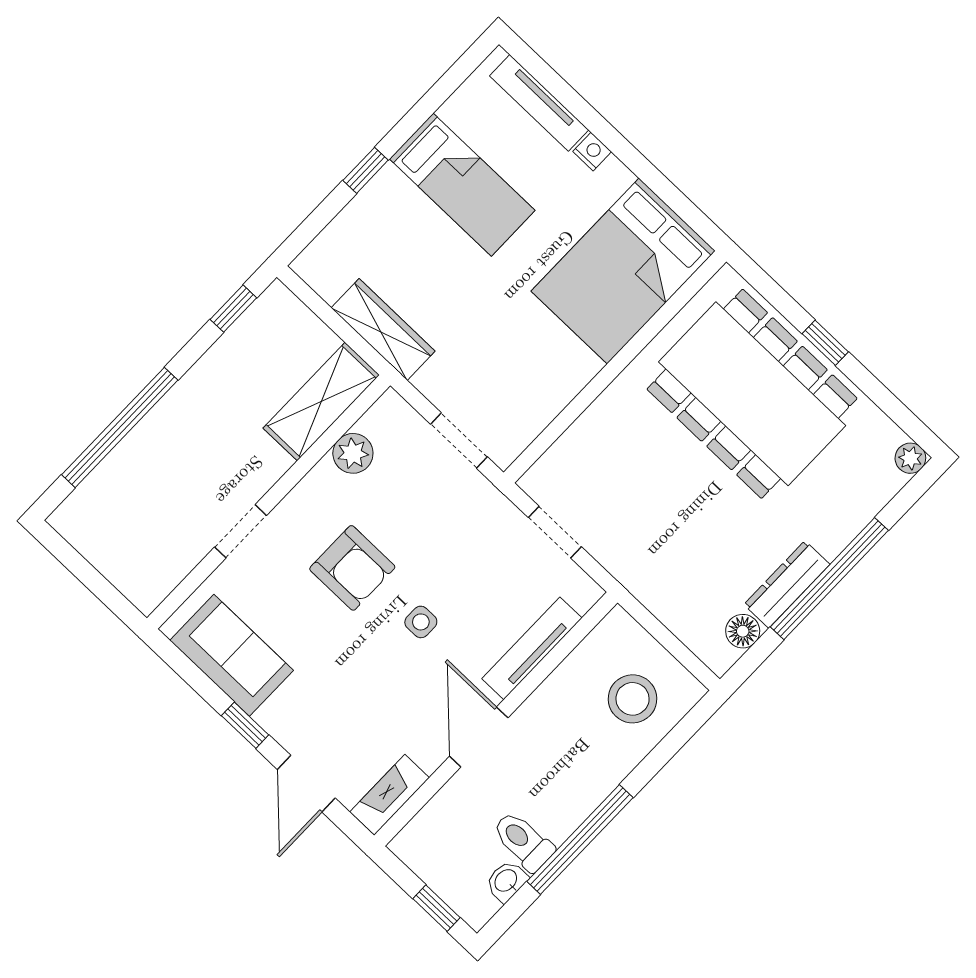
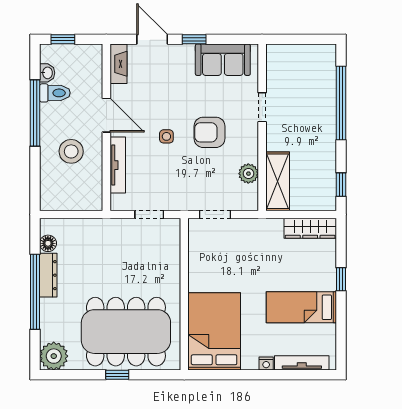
wardrobe: (383, 329) -> (310, 228), moved
plant: (910, 458) -> (54, 356), width x1.88, depth x1.88
stool: (633, 699) -> (71, 151), moved

